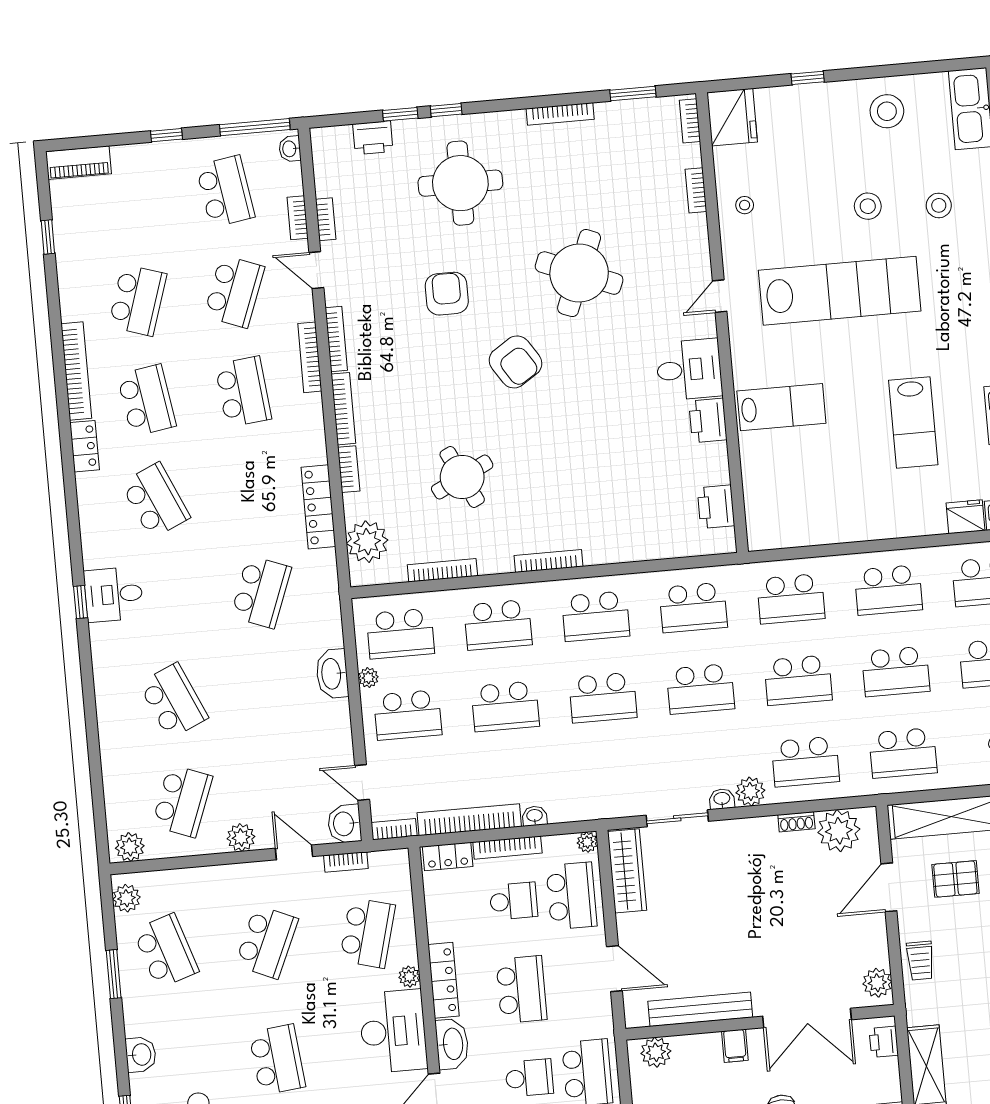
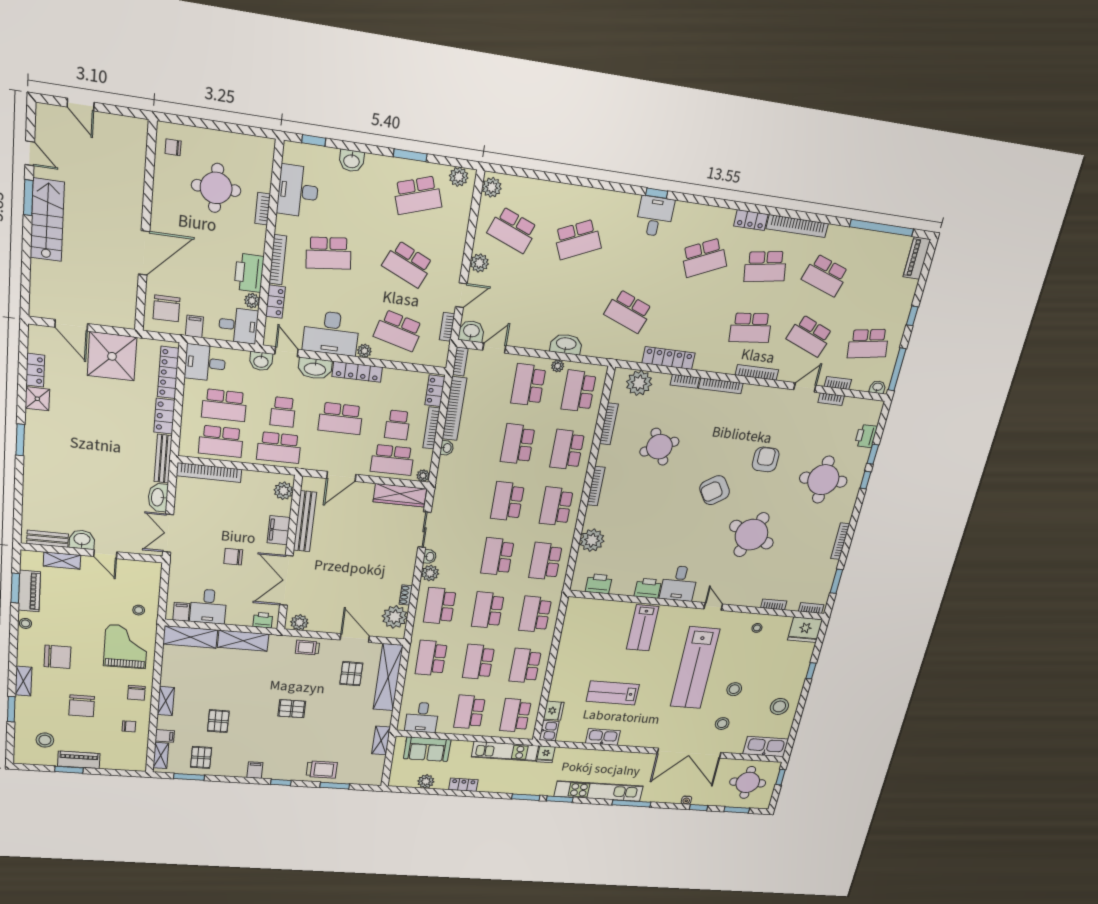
window: (48, 237) -> (882, 228), width x3.17
armchair: (447, 294) -> (766, 459), turned -90
bookcase: (336, 339) -> (762, 390), removed
plant: (642, 540) -> (592, 540), added
filing cabinet: (735, 1046) -> (279, 530), width x2.00

